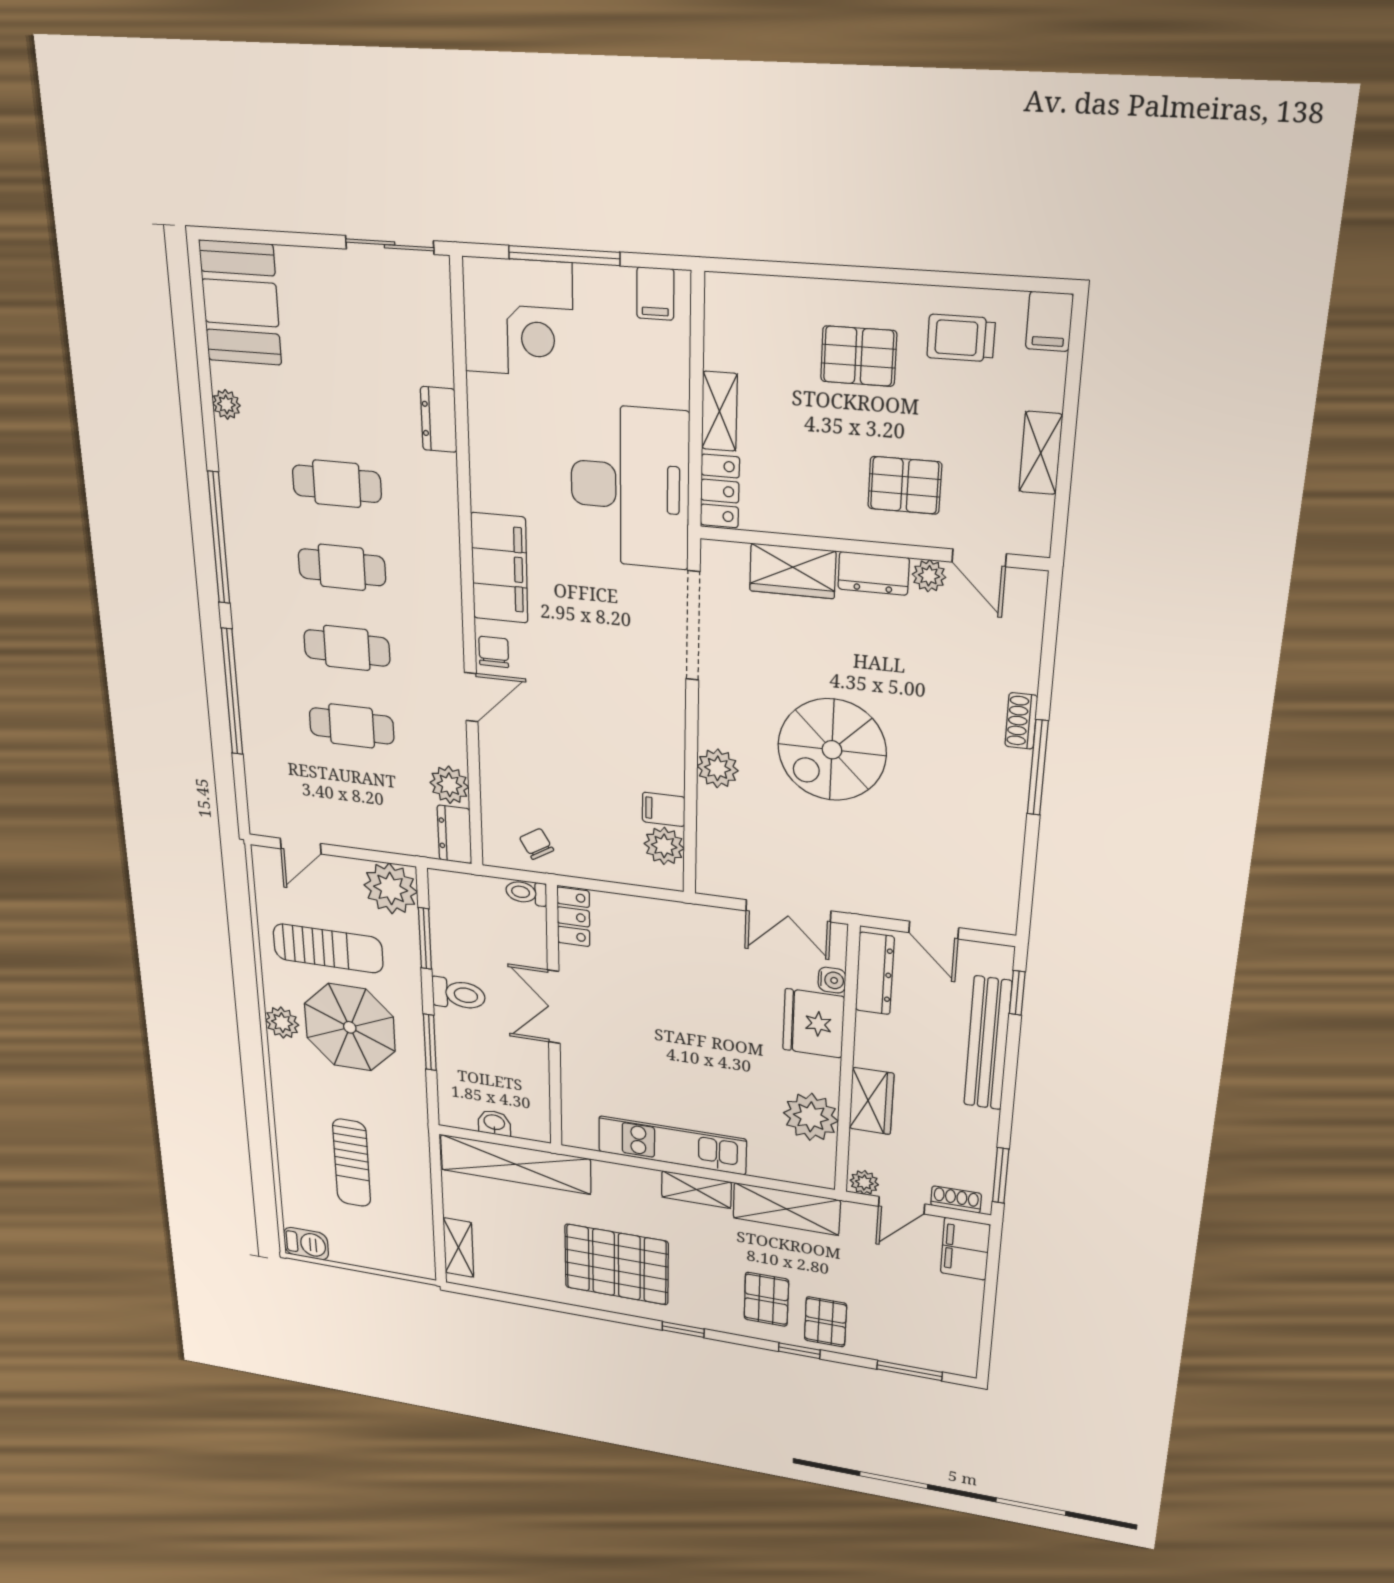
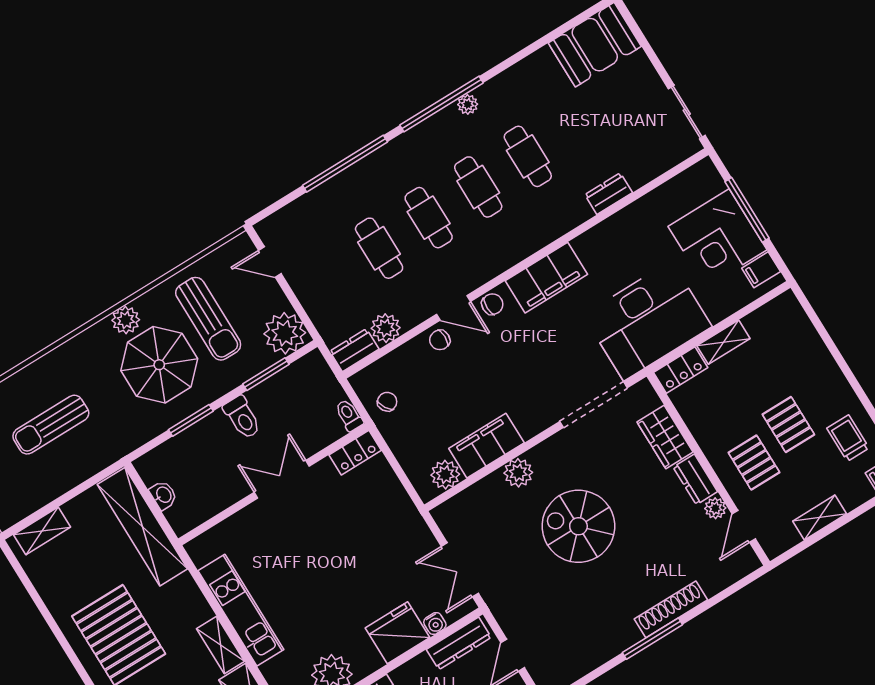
corner desk: (518, 318) -> (718, 238), moved
pallet: (859, 356) -> (788, 424), moved
plant: (226, 404) -> (468, 104), moved
shoe rack: (1021, 721) -> (671, 609), width x1.94, depth x1.24
chair: (500, 739) -> (440, 340), added
filing cabinet: (664, 809) -> (486, 446), width x3.00, depth x1.17

